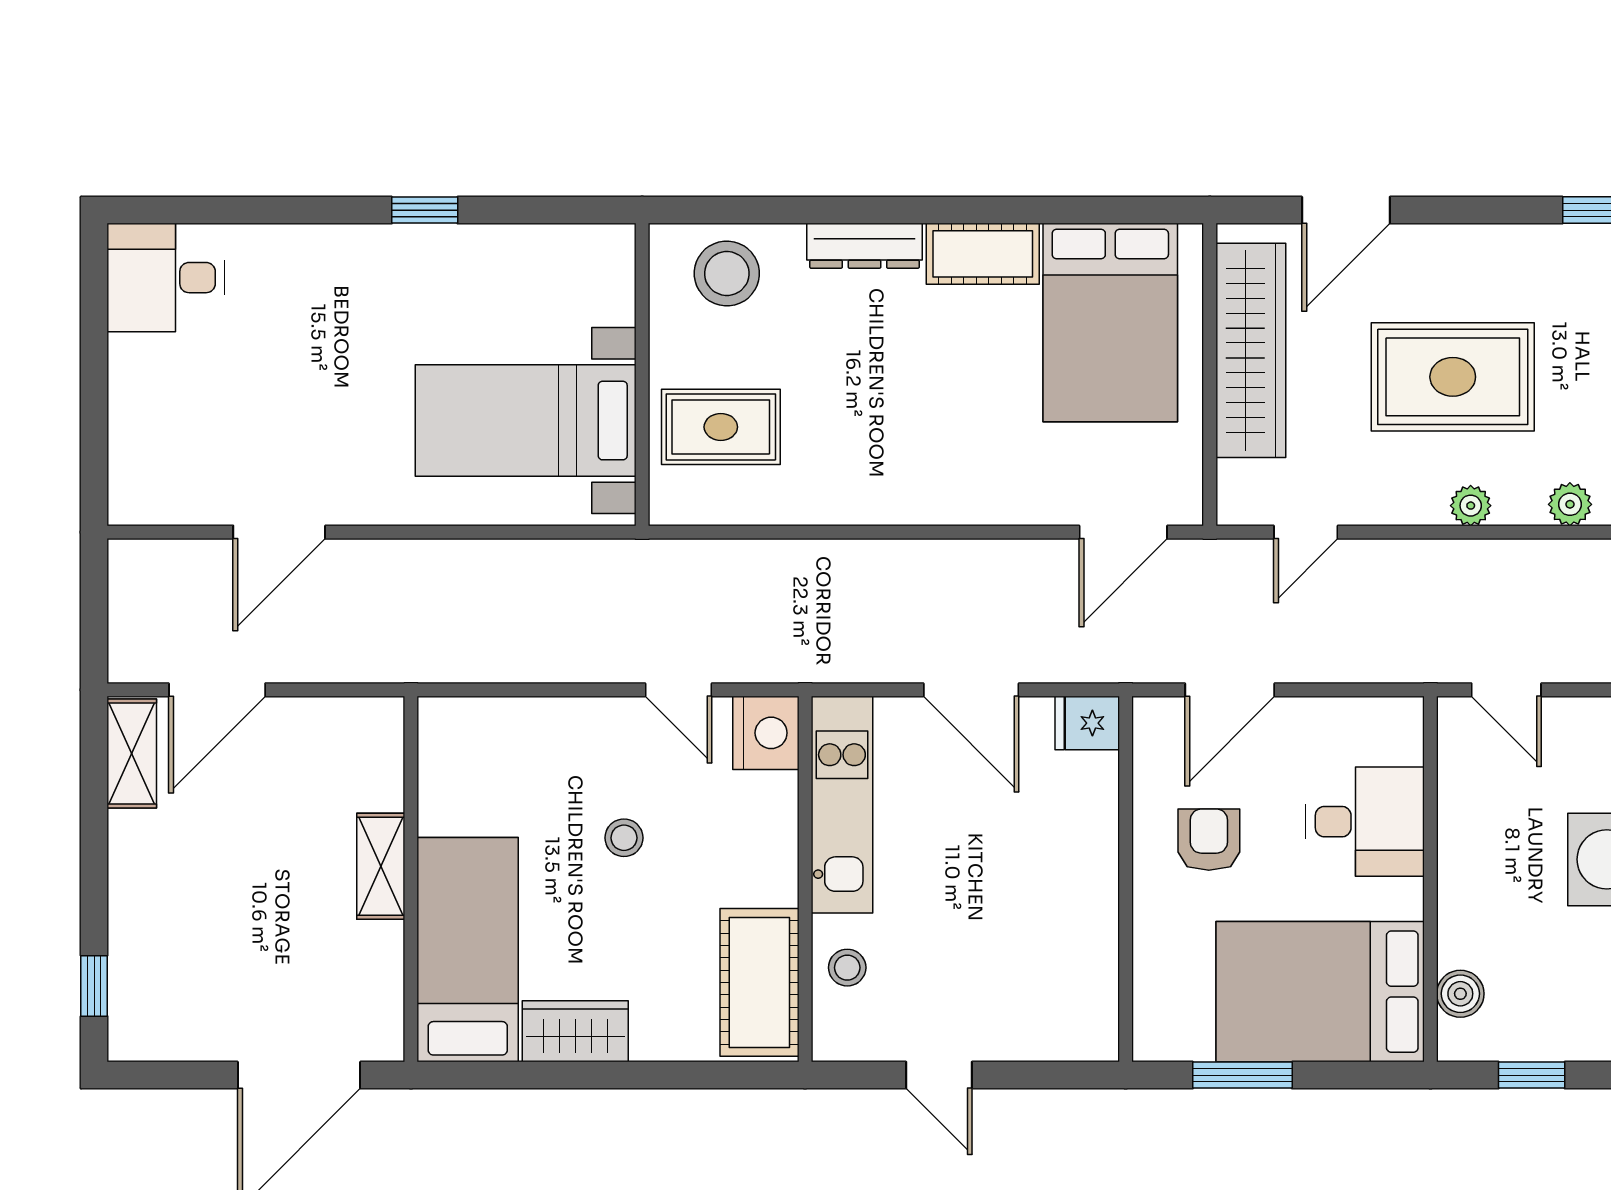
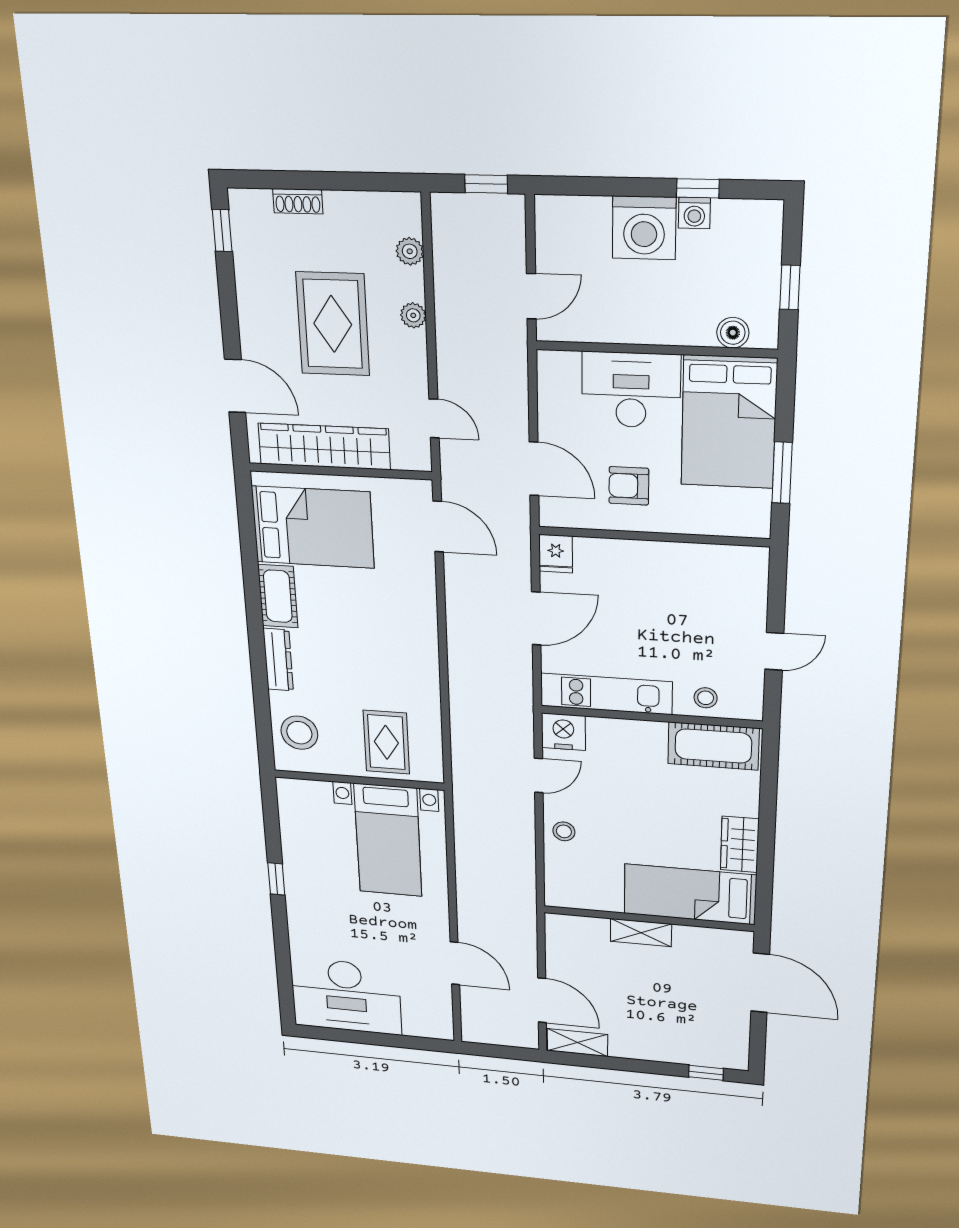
desk: (166, 278) -> (346, 996), width x1.87, depth x1.30
desk: (1365, 822) -> (631, 390), width x1.37
stool: (624, 838) -> (564, 831), moved

